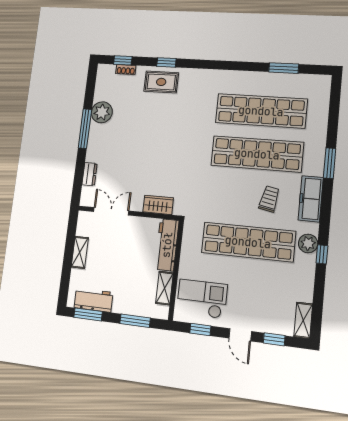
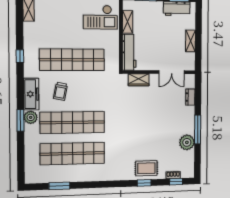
plant: (308, 243) -> (31, 117), moved

